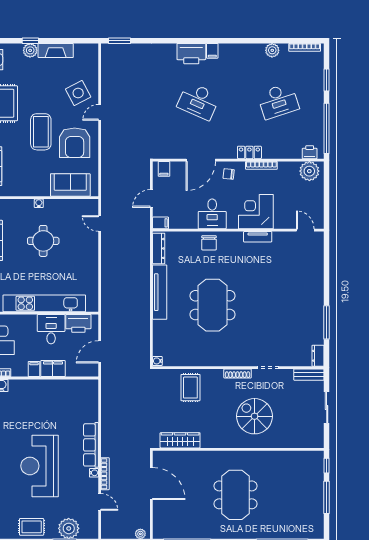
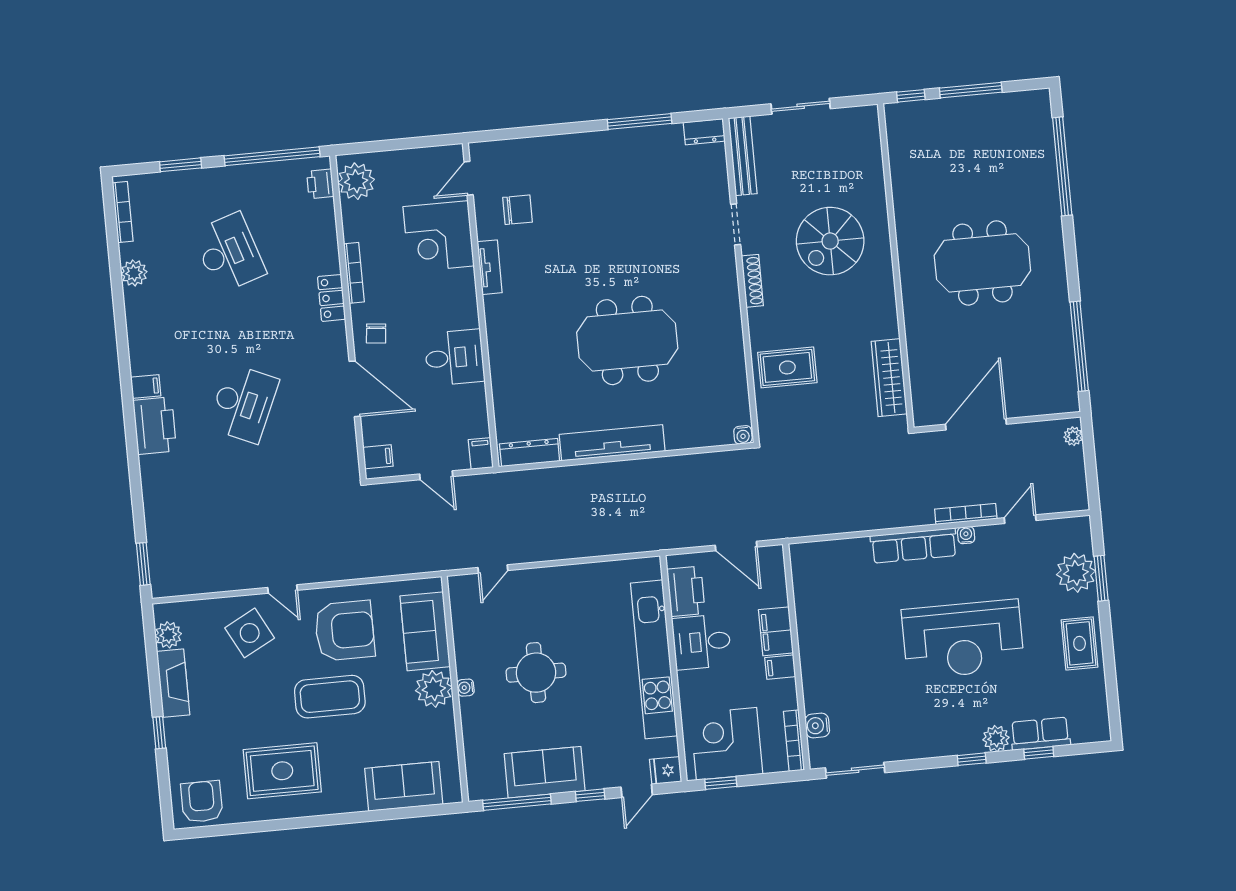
plant: (30, 50) -> (168, 635), moved
plant: (40, 187) -> (434, 689), added
corner desk: (256, 212) -> (439, 236), moved
chair: (209, 243) -> (518, 210), moved
bench: (309, 375) -> (743, 156), width x1.36

